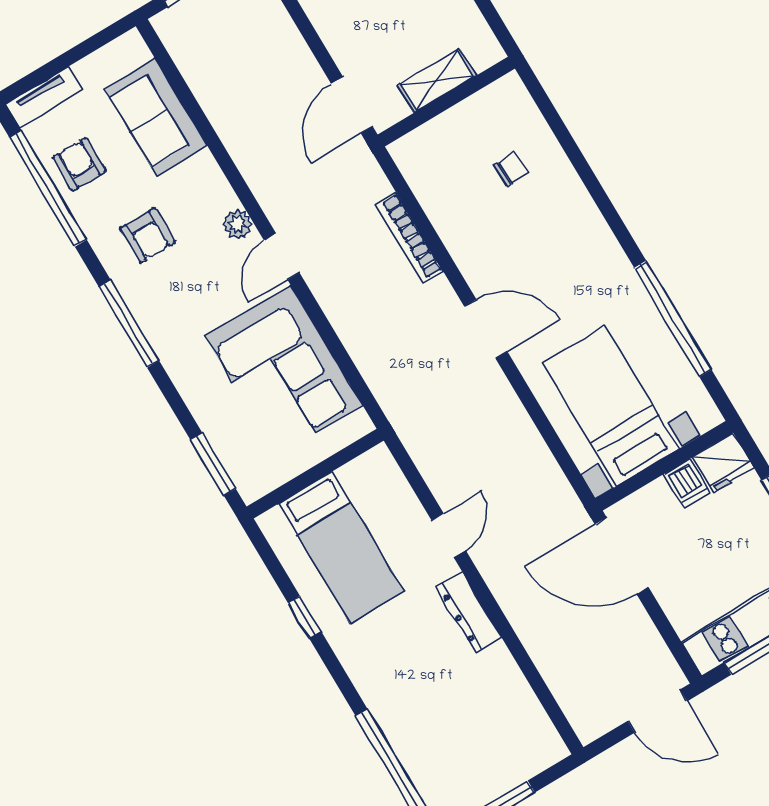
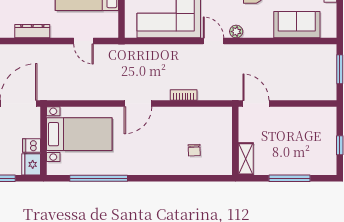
shelving: (437, 80) -> (246, 159), moved
bookcase: (410, 238) -> (184, 95), width x0.64
door: (449, 536) -> (84, 41), moved

